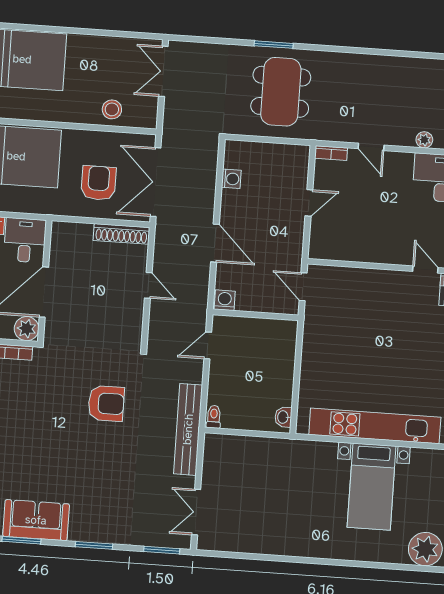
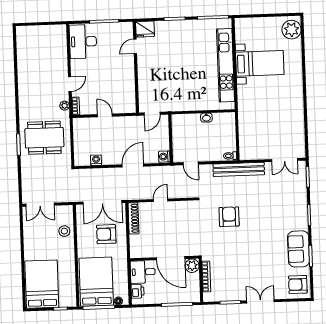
plant: (424, 140) -> (65, 106), moved
washbasin: (283, 417) -> (206, 118), moved

